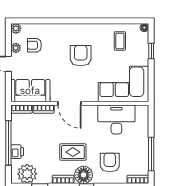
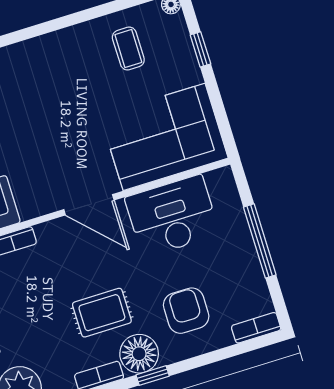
armchair: (81, 56) -> (55, 105), removed
door: (70, 103) -> (89, 205), moved
window: (151, 154) -> (260, 241), moved

